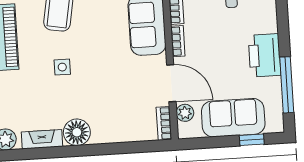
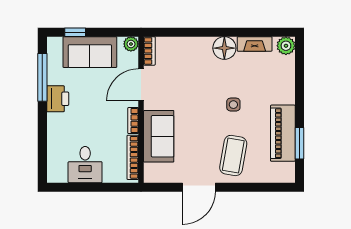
printer: (265, 55) -> (58, 99), width x0.73, depth x0.84
door: (171, 83) -> (141, 85), hinge flipped
plant: (185, 113) -> (131, 44), moved

